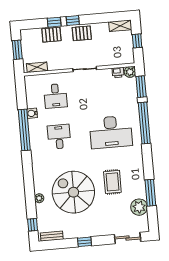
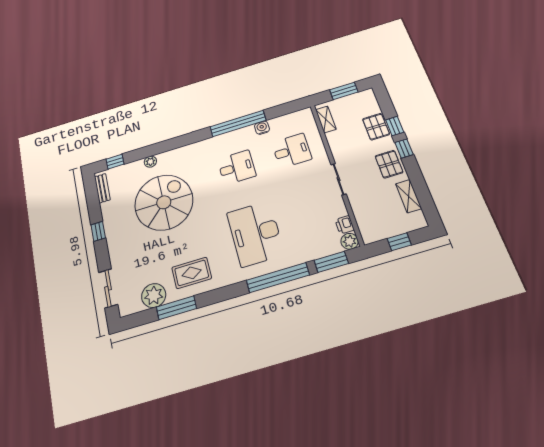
shelving: (120, 26) -> (409, 196), moved
desk: (55, 96) -> (292, 151), turned 180
rug: (112, 182) -> (192, 273), moved

